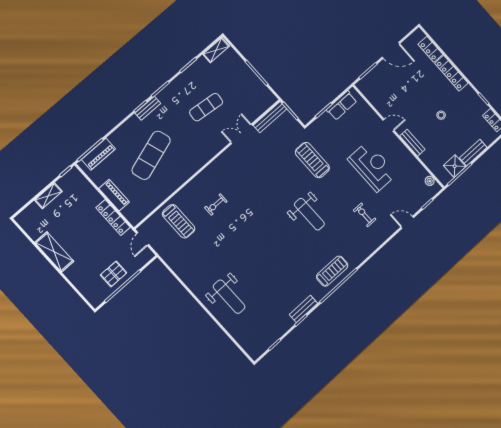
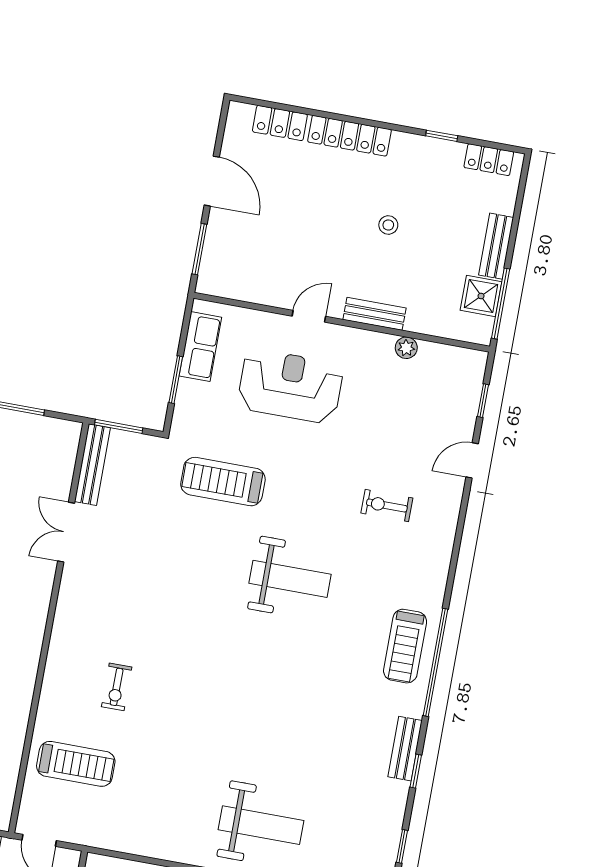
door: (391, 50) -> (212, 181), hinge flipped
reception desk: (372, 167) -> (290, 386), moved
plant: (430, 181) -> (406, 348), moved
treadmill: (332, 271) -> (405, 646), turned 180

